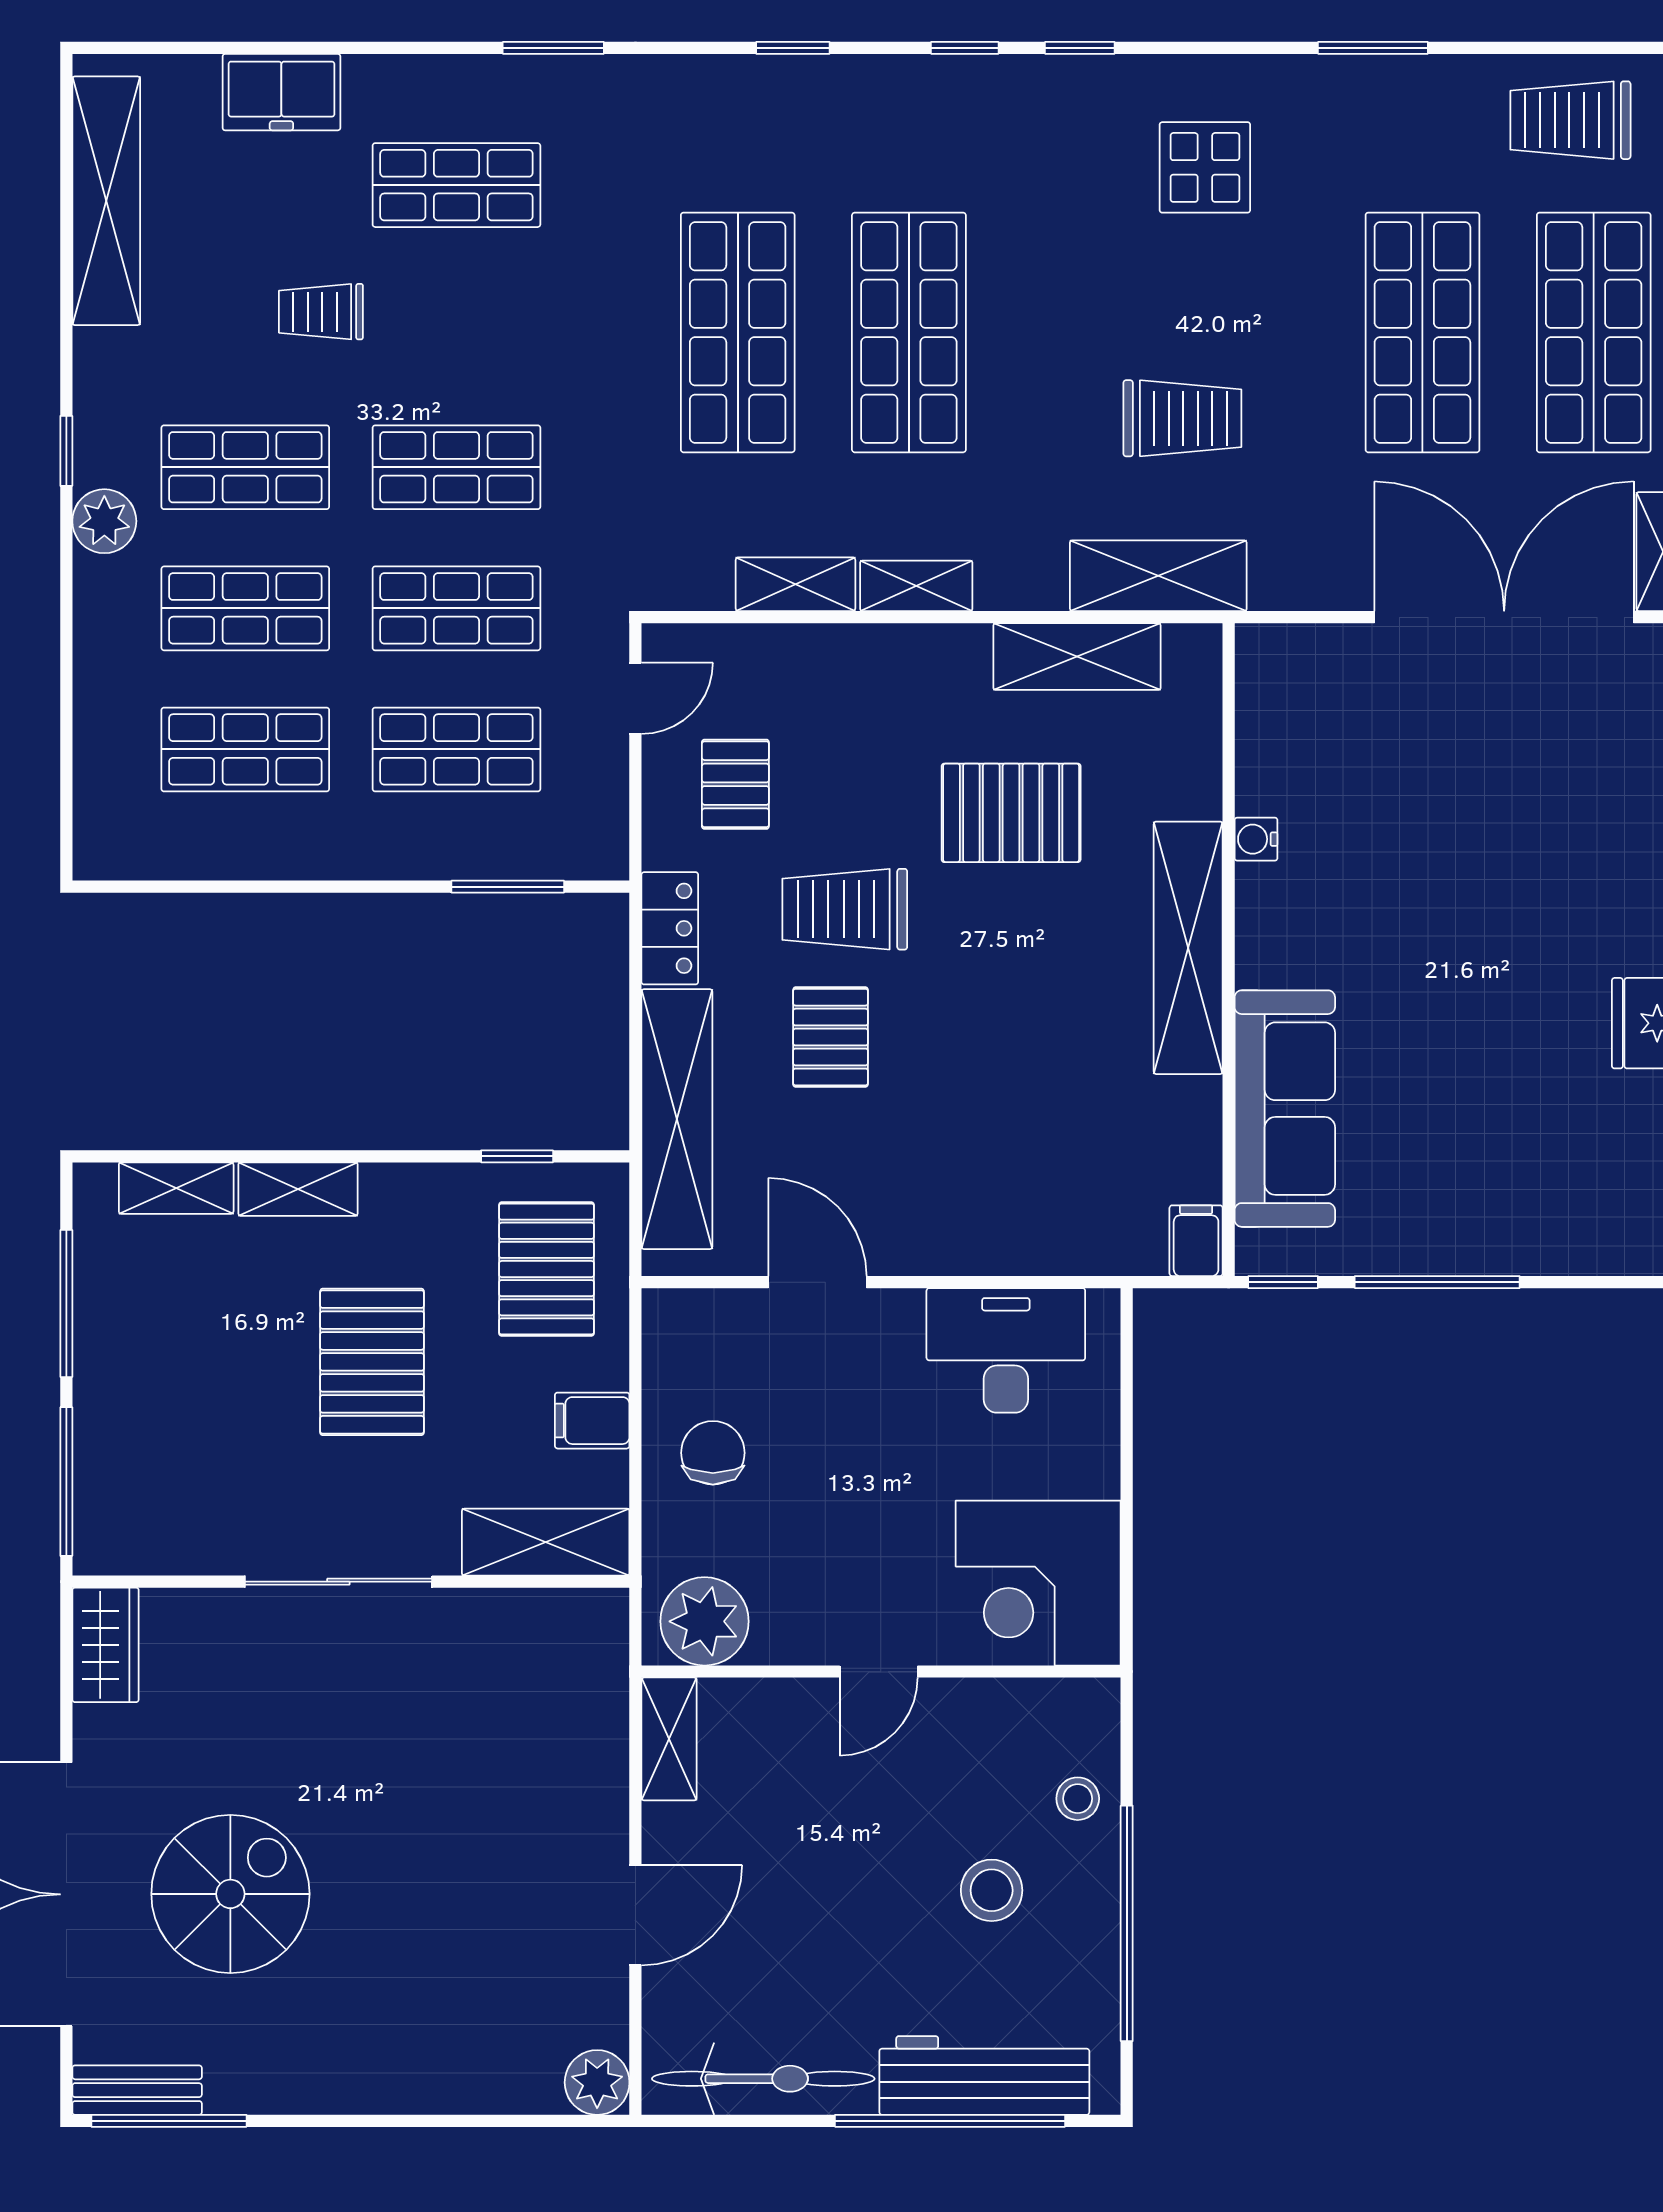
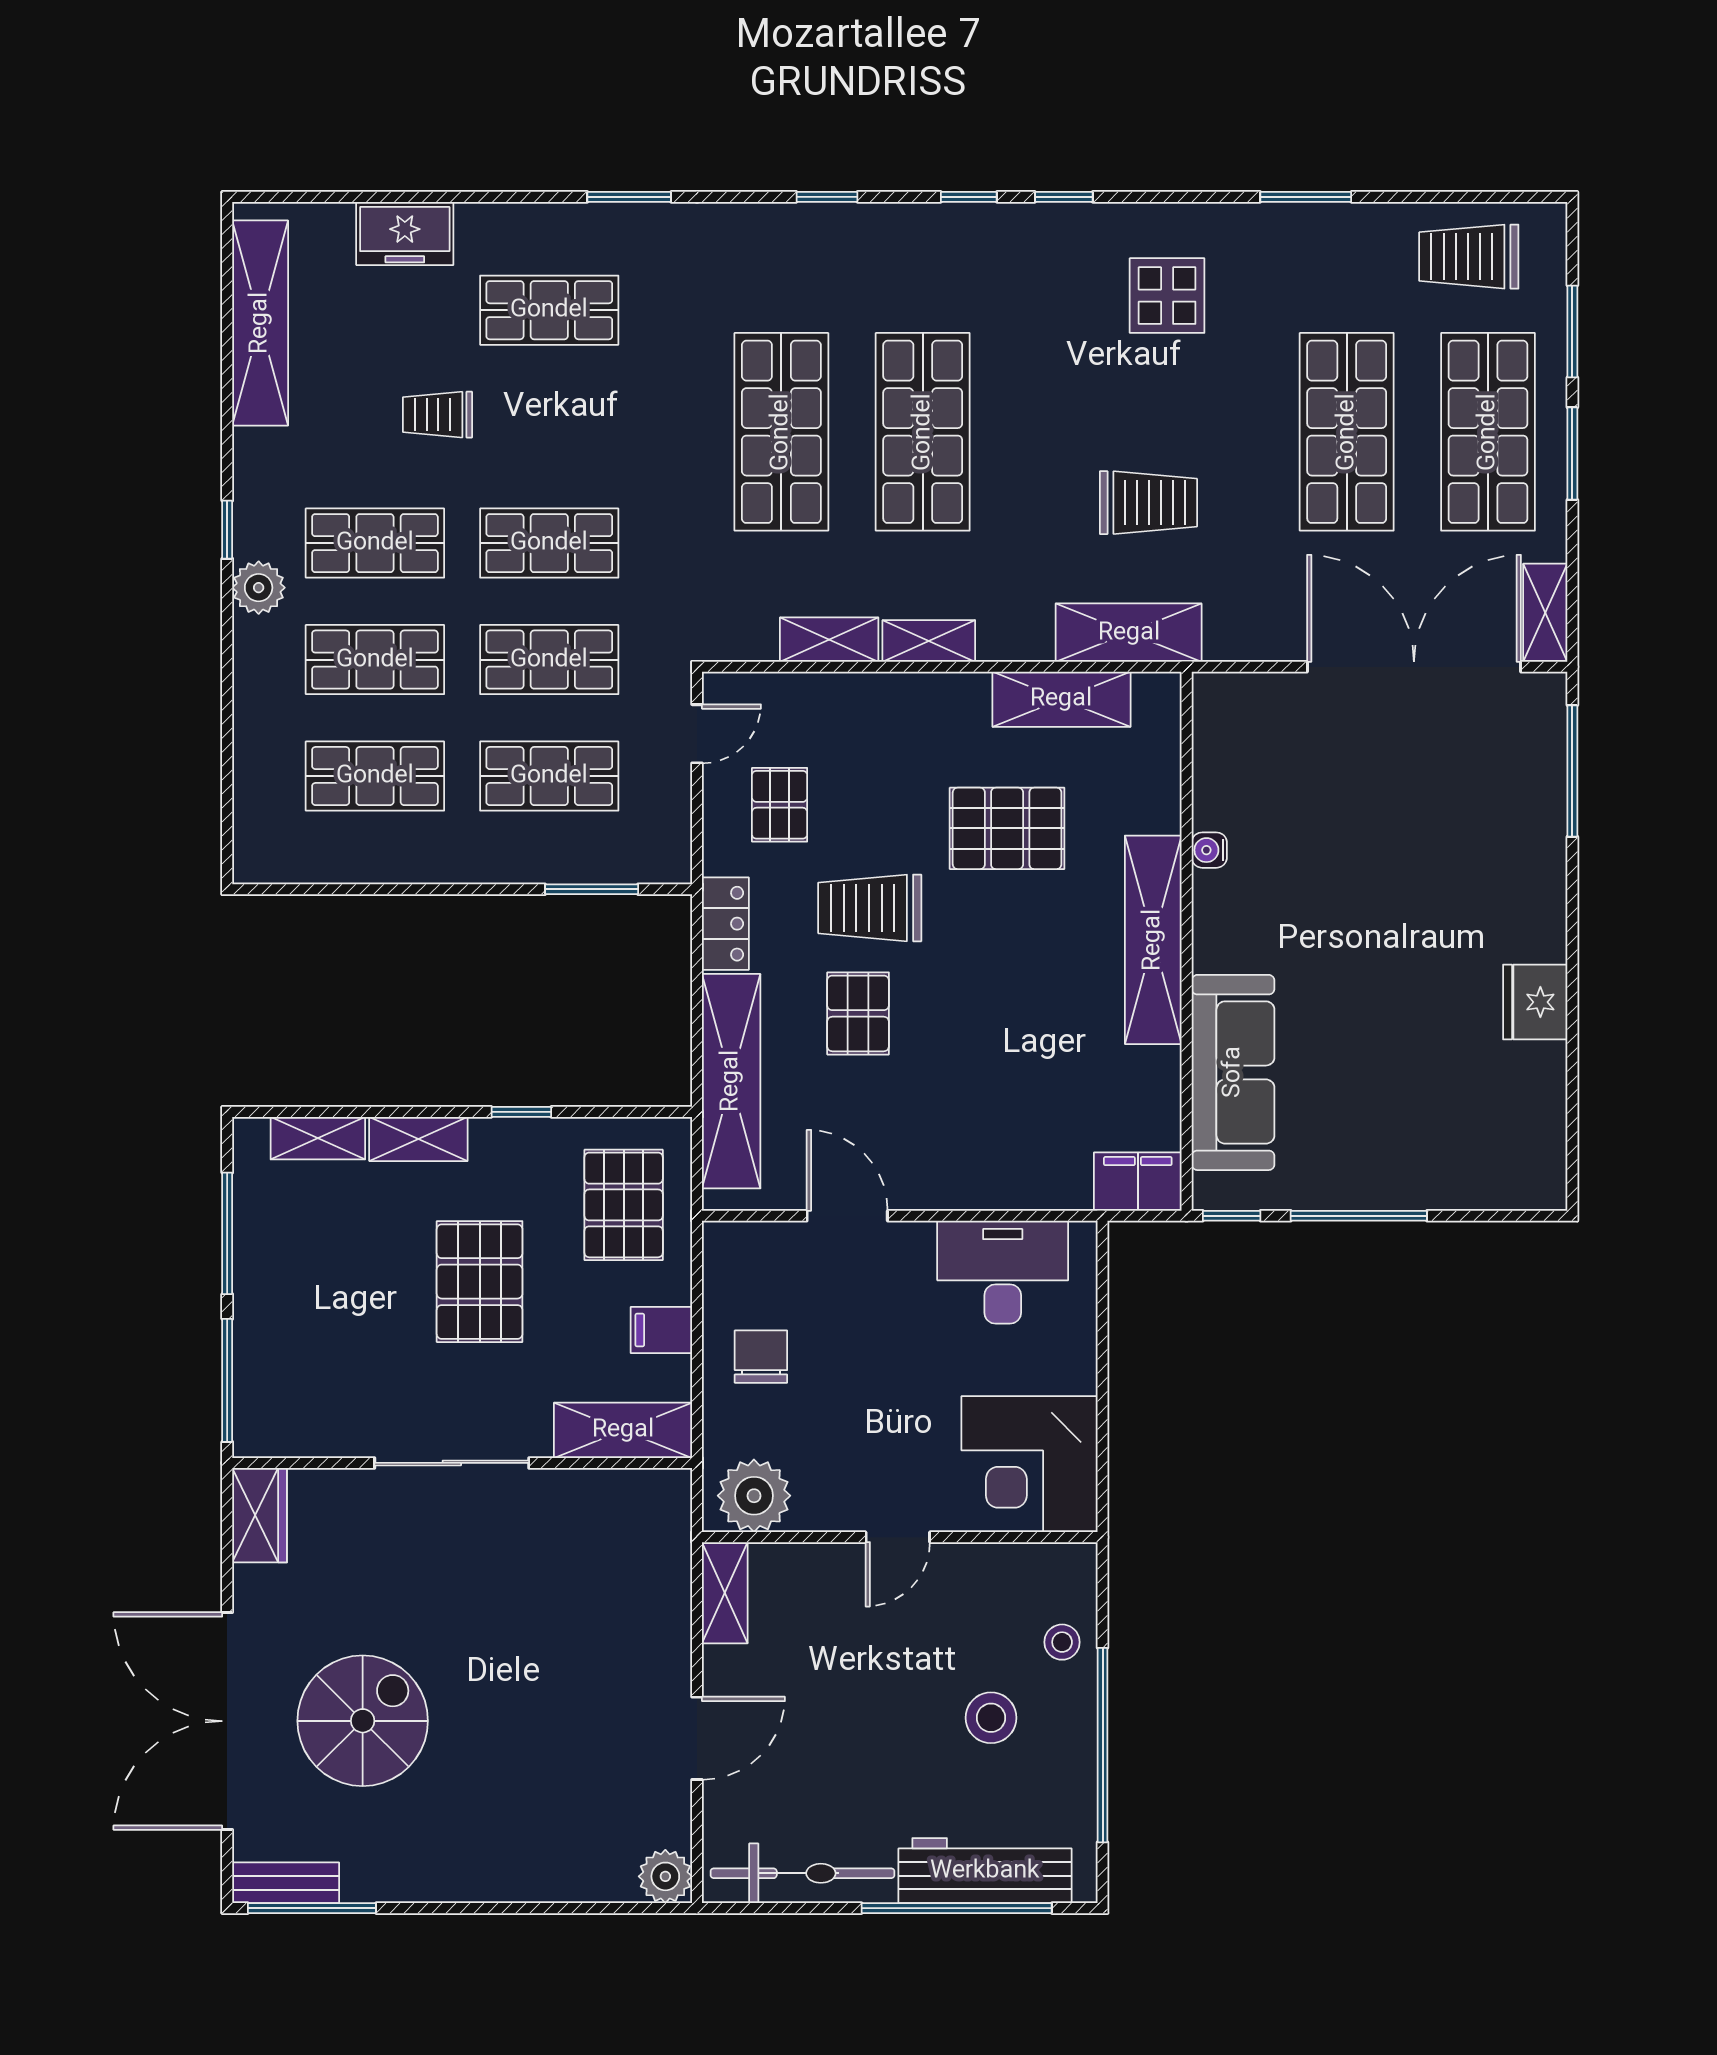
window: (517, 1156) -> (521, 1112), moved
filing cabinet: (1196, 1241) -> (1138, 1182), width x2.00

